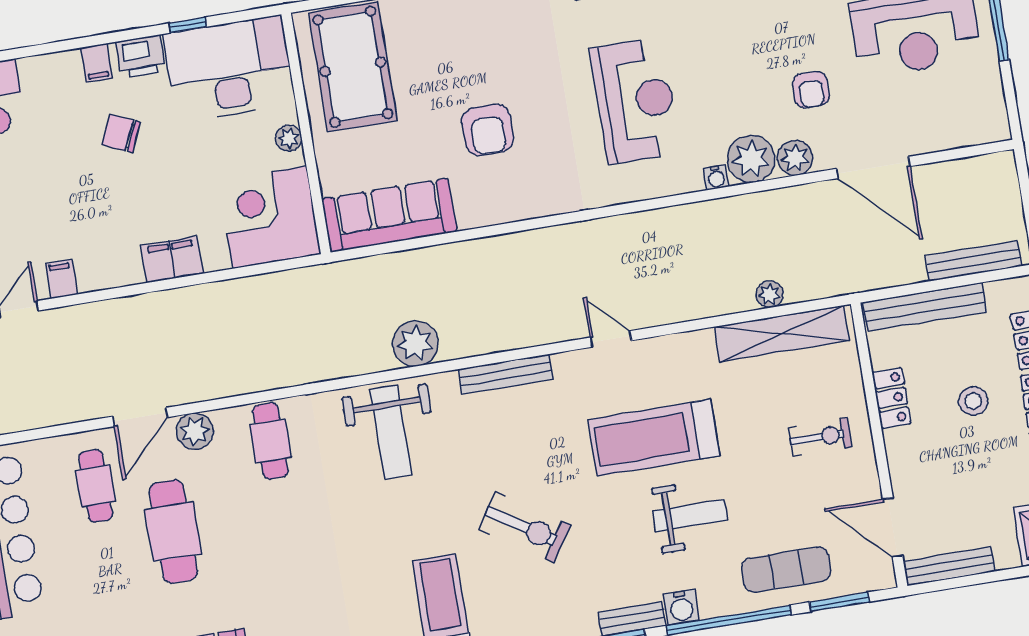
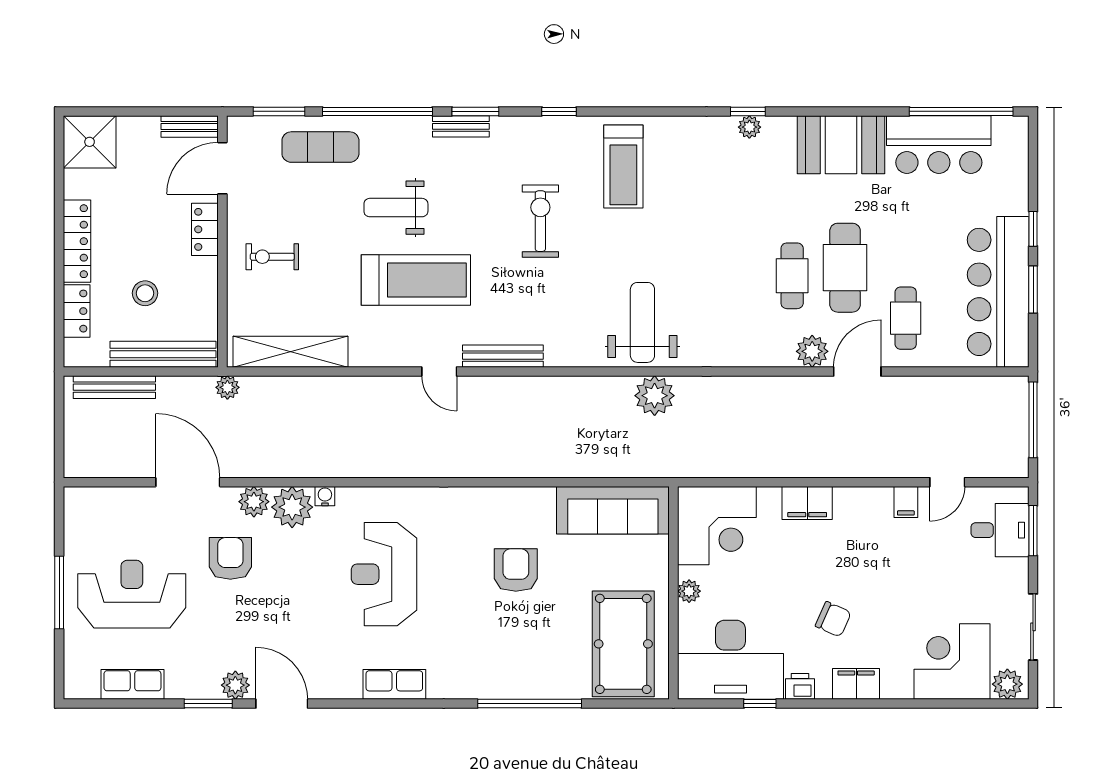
printer: (141, 56) -> (800, 686), width x0.73, depth x0.81
filing cabinet: (96, 63) -> (856, 684), width x2.00
armchair: (811, 90) -> (230, 558), width x1.38, depth x1.38
plant: (770, 294) -> (227, 387), moved
plant: (415, 343) -> (655, 396), moved
bench: (506, 374) -> (503, 356), moved
locker: (891, 398) -> (205, 229), moved
stool: (973, 401) -> (145, 293), moved
cafe table: (270, 441) -> (792, 276), moved
exercise bike: (525, 527) -> (540, 221), turned 57
door: (893, 527) -> (222, 168), swing flipped
bench: (949, 566) -> (190, 126), width x0.73
water cooler: (681, 607) -> (416, 129), removed

